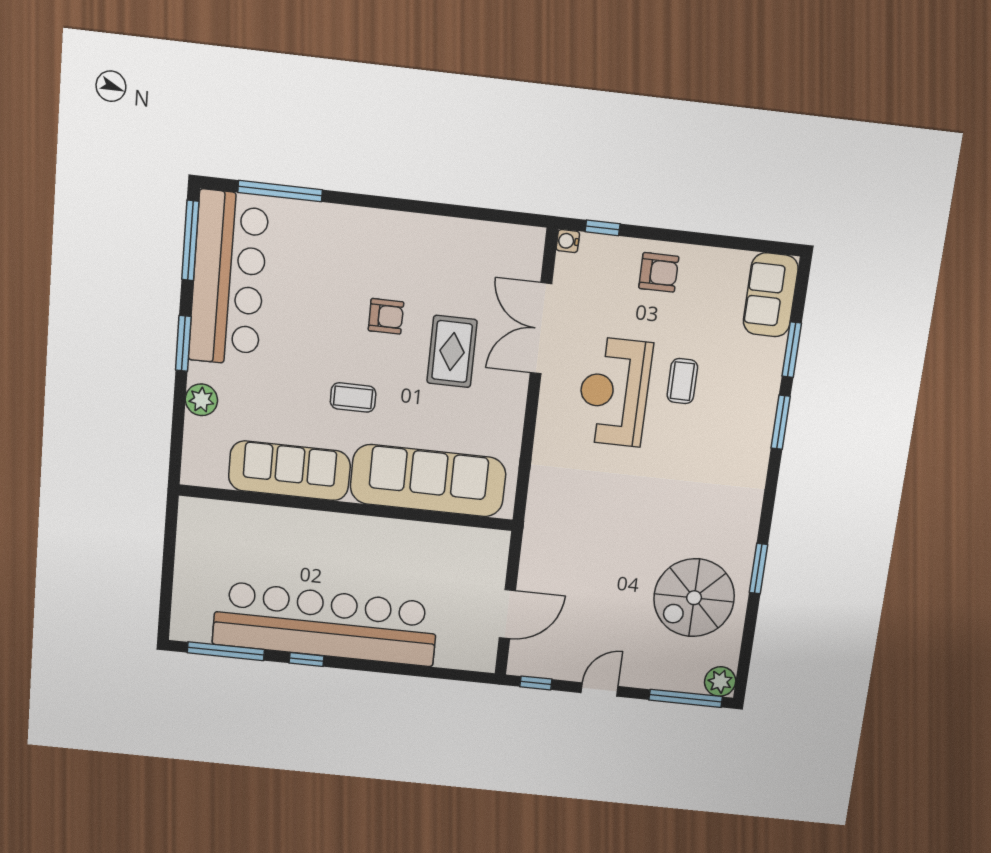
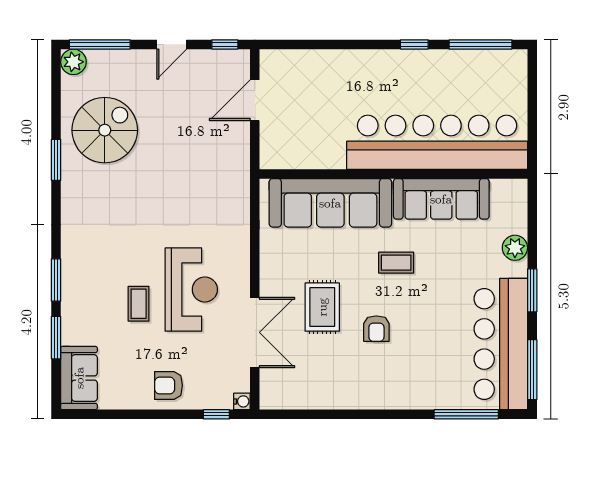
armchair: (386, 316) -> (376, 329), turned -90
bar counter: (325, 624) -> (437, 142), moved, turned 180

